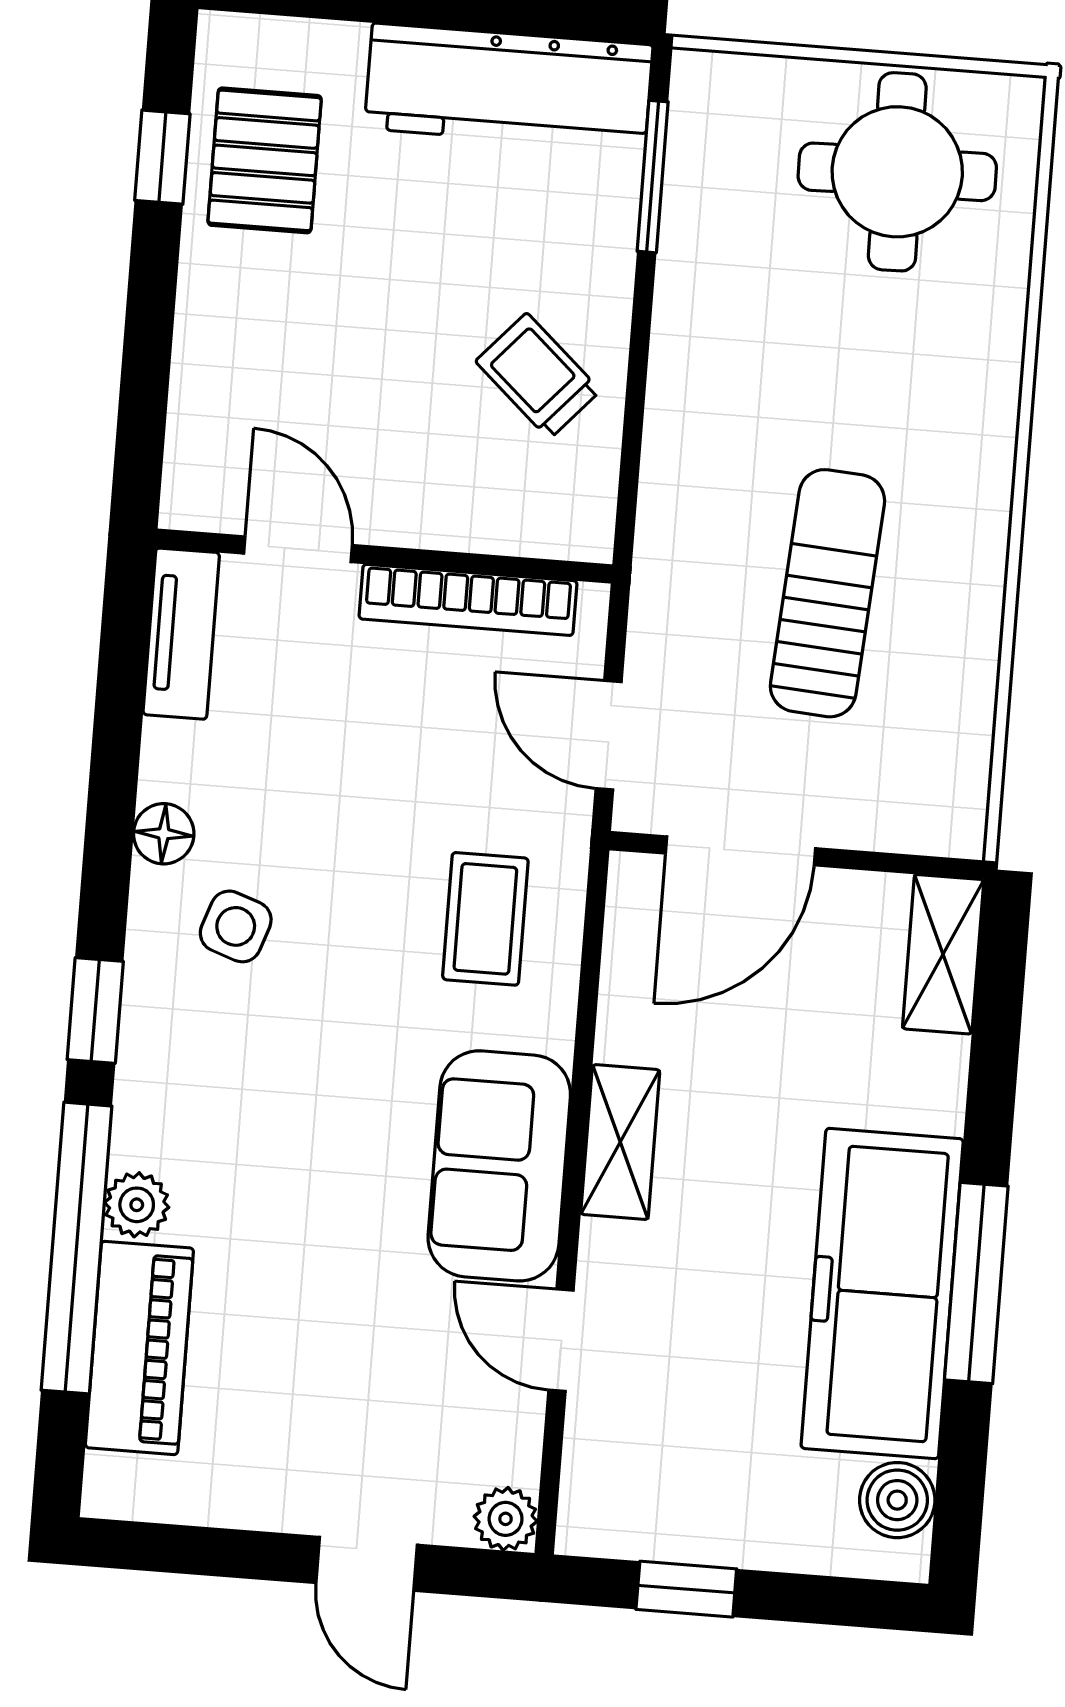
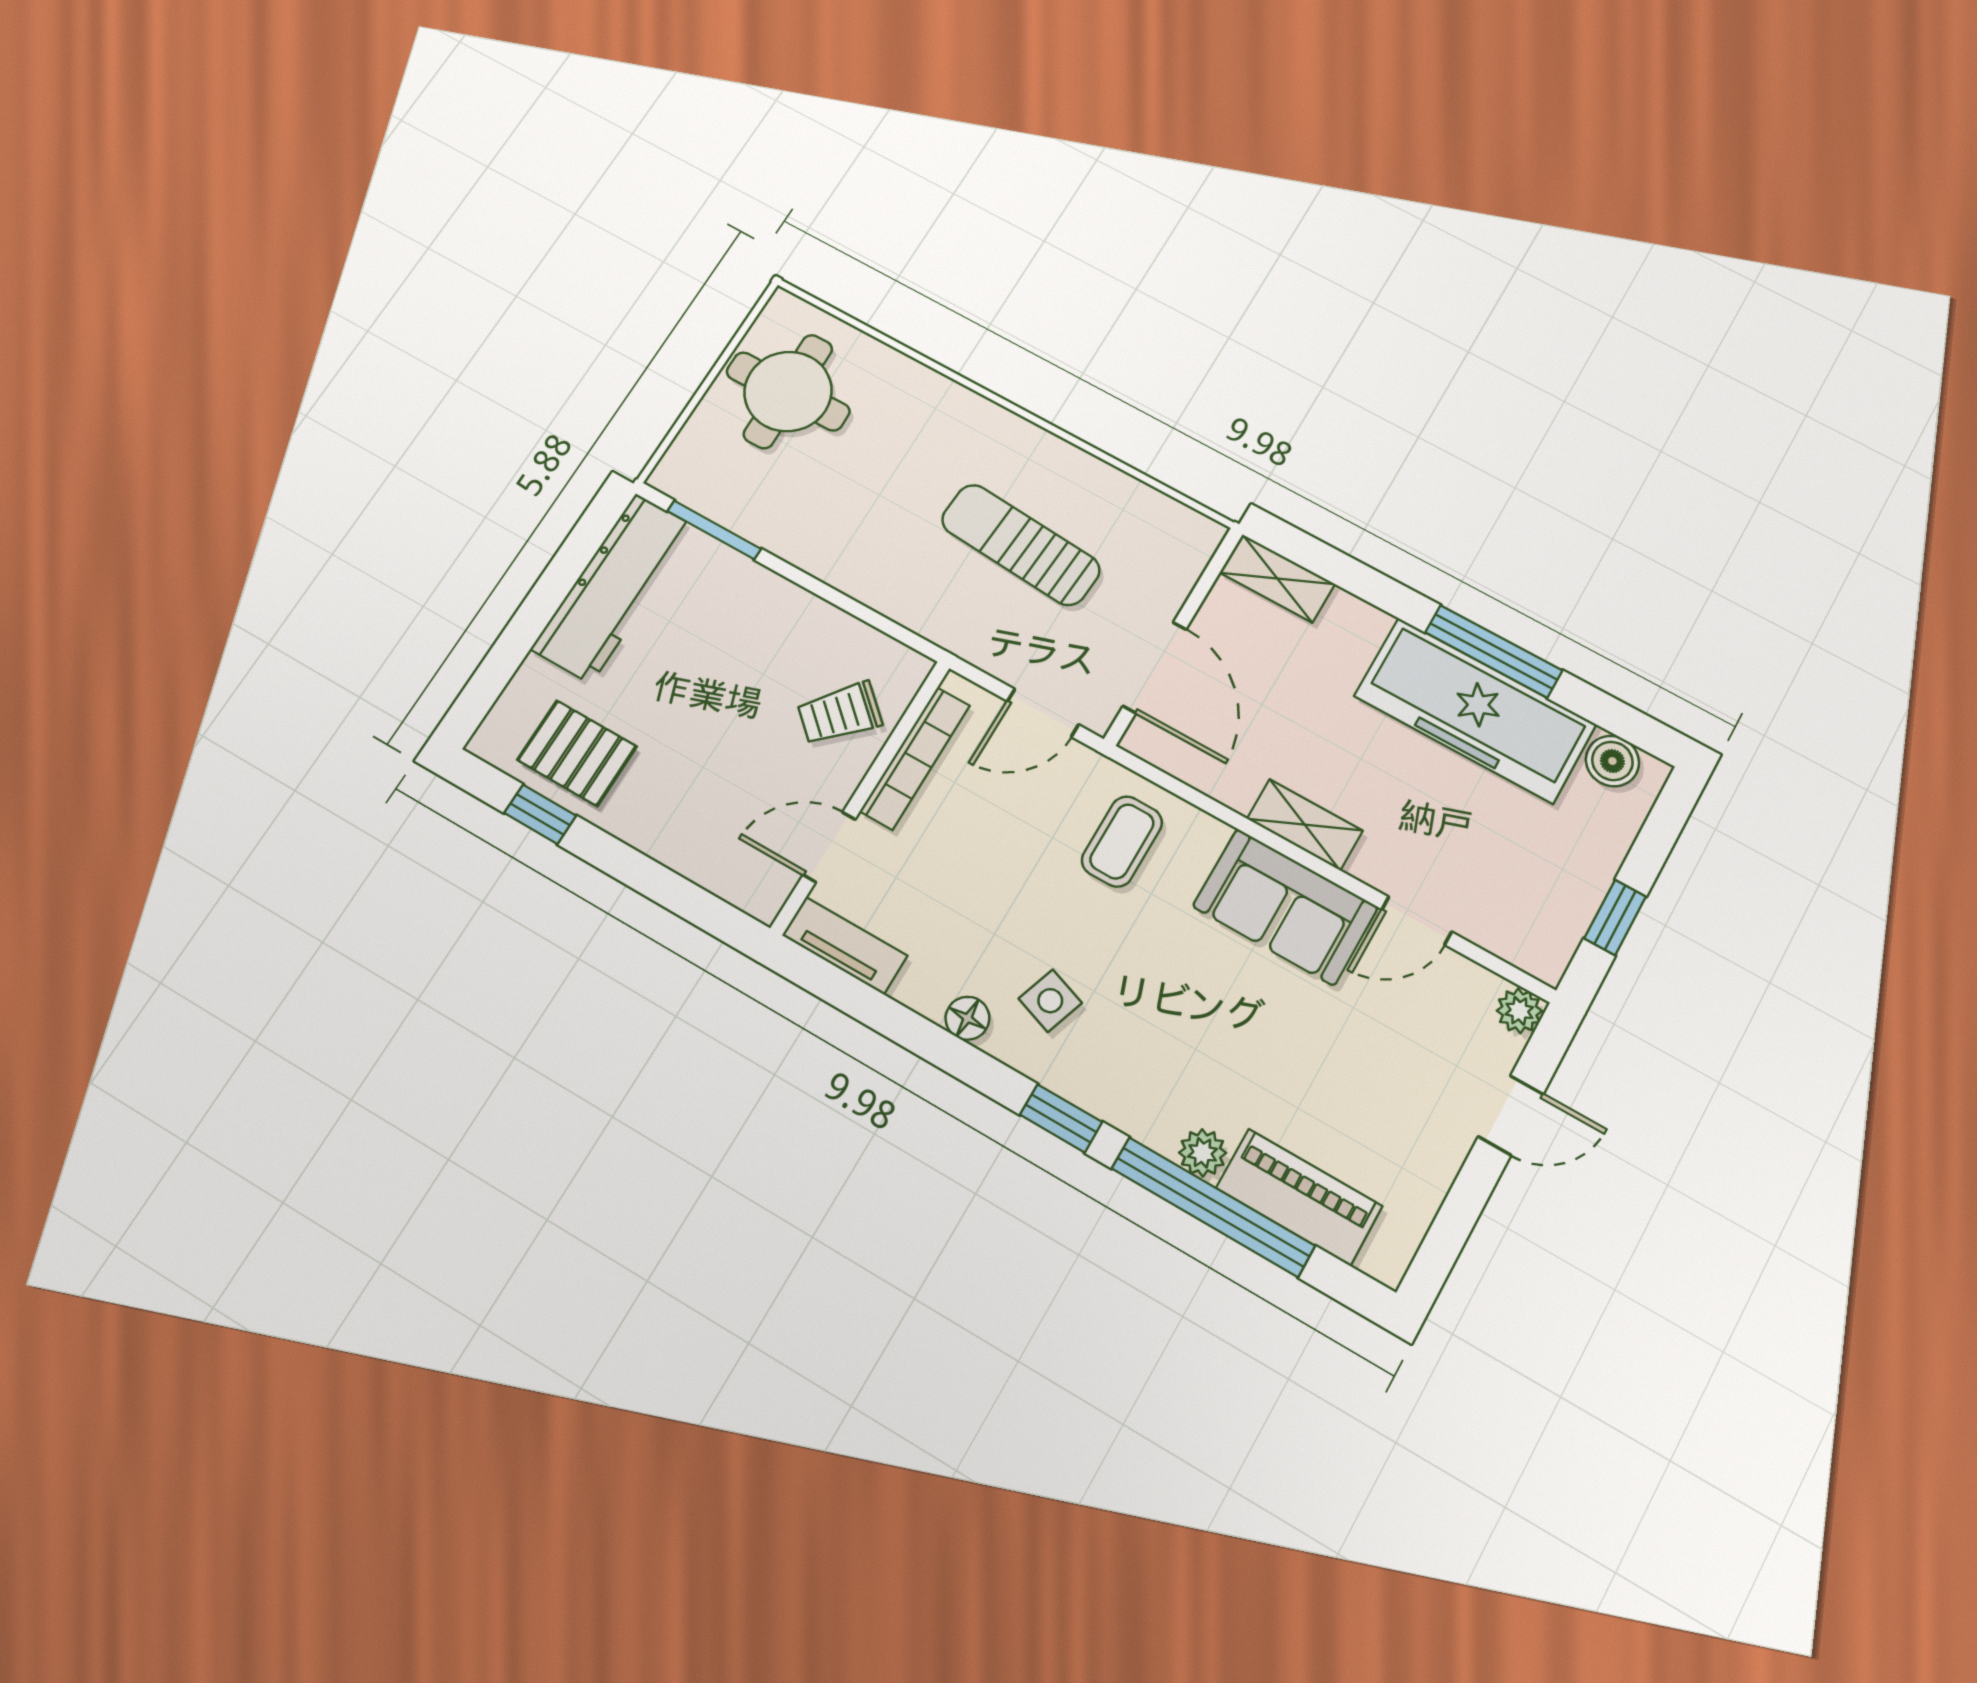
trolley: (538, 376) -> (840, 713), moved
coffee table: (485, 919) -> (1122, 841), turned 90

